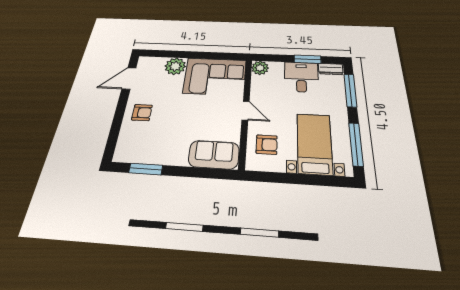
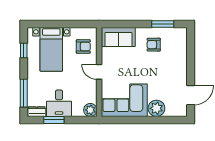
armchair: (142, 113) -> (154, 45), moved
window: (356, 144) -> (24, 51), width x0.46
armchair: (267, 145) -> (83, 47), turned 180

